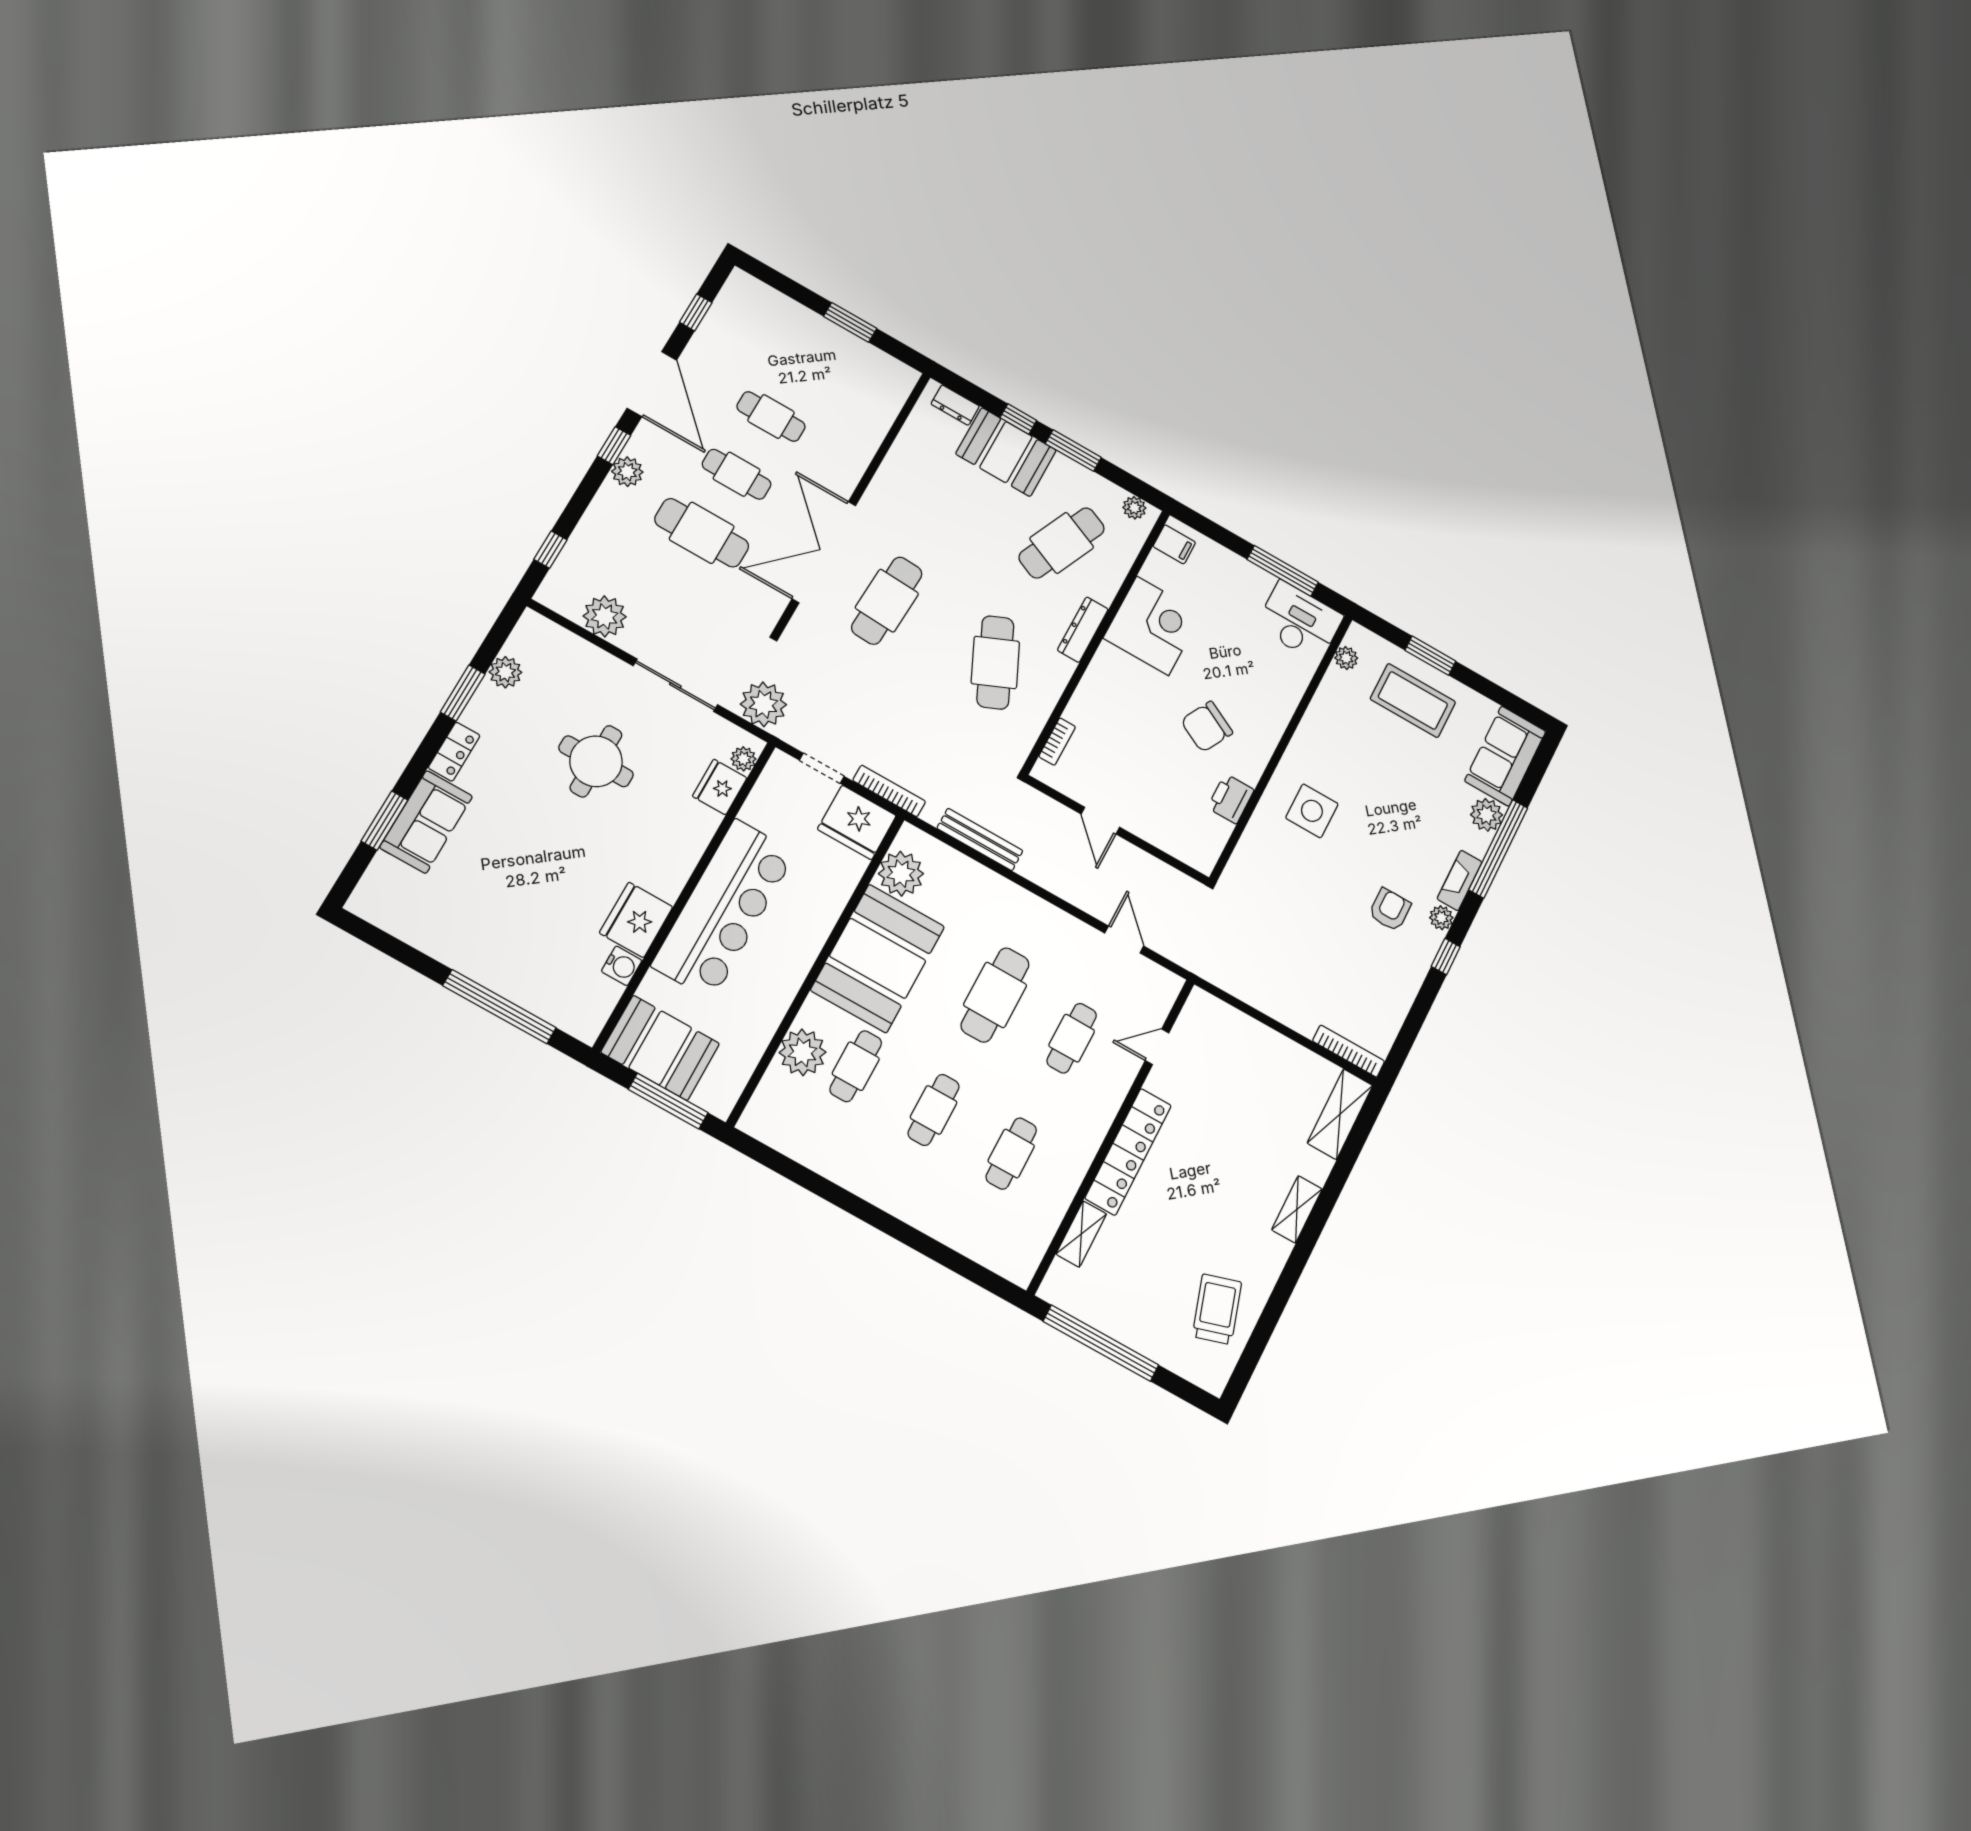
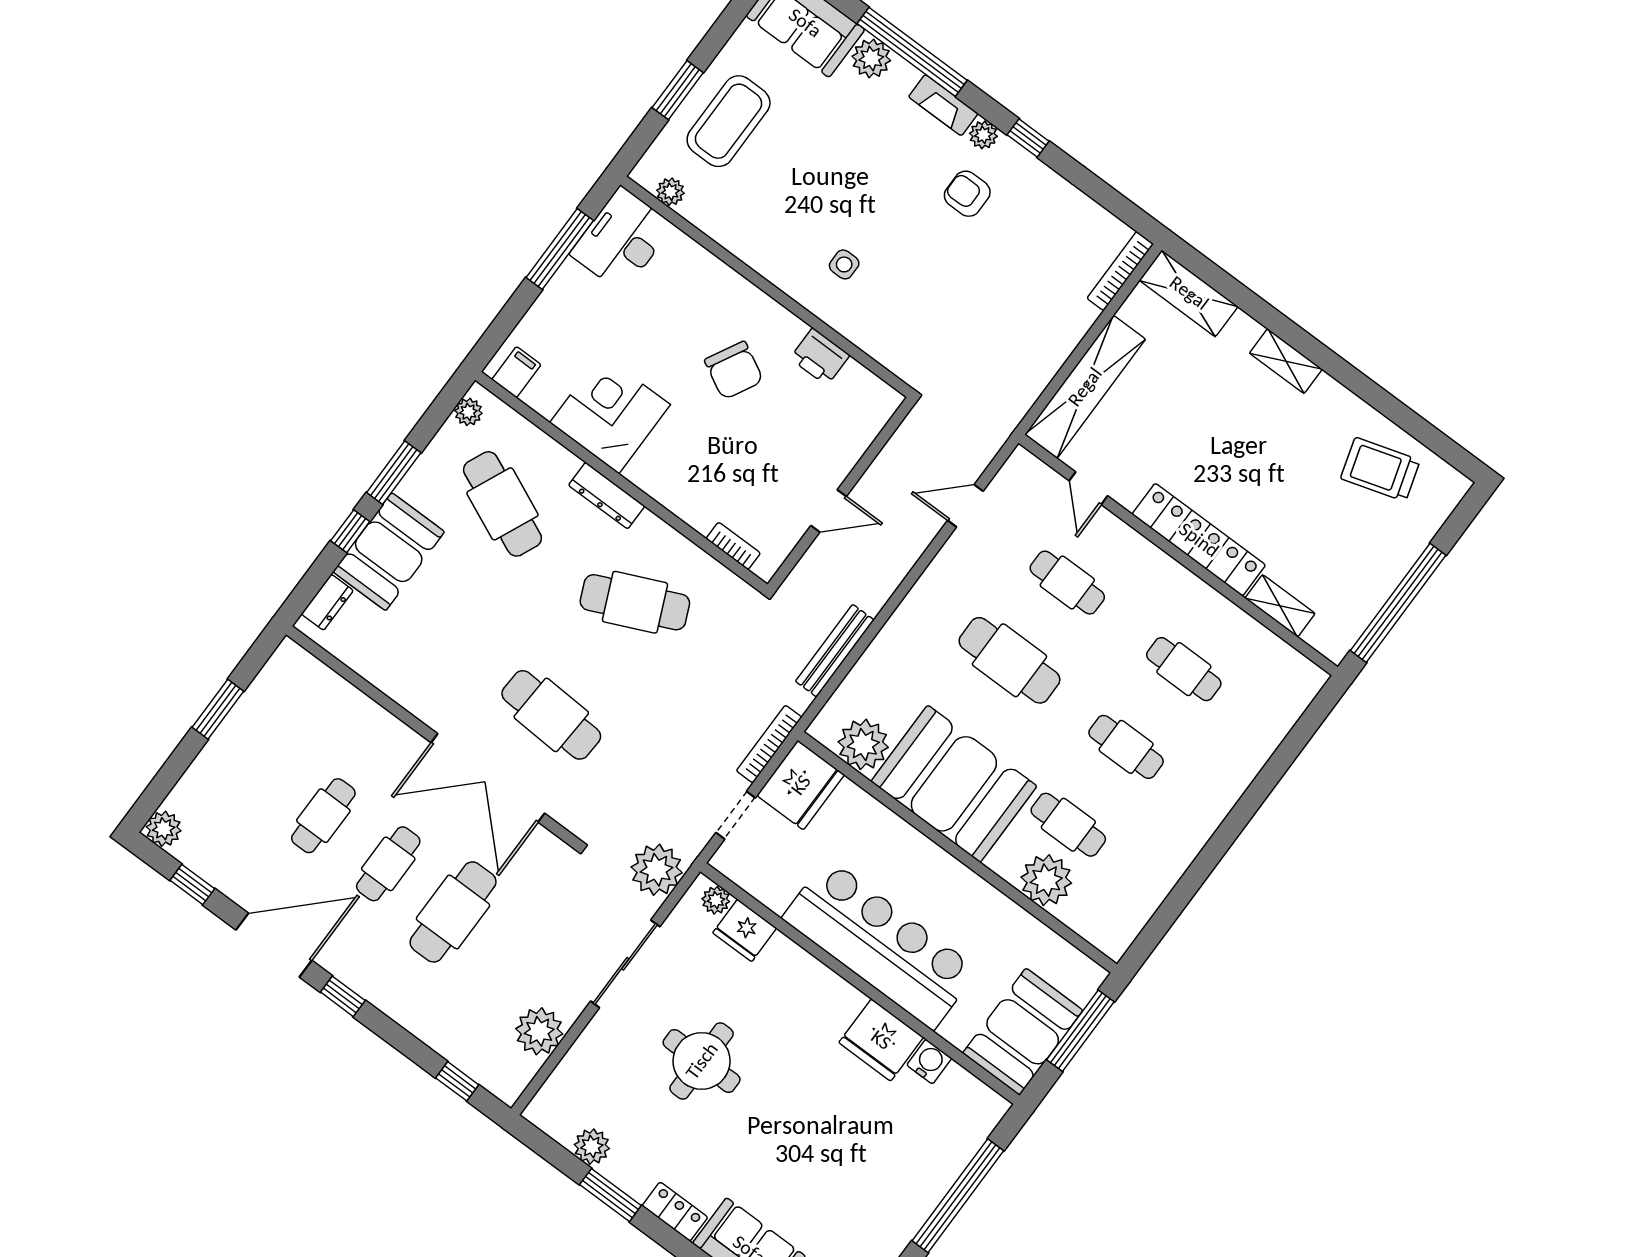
plant: (627, 472) -> (164, 829), moved
side table: (1312, 811) -> (844, 264), width x0.54, depth x0.54
shelving: (1244, 1033) -> (1085, 387), added

